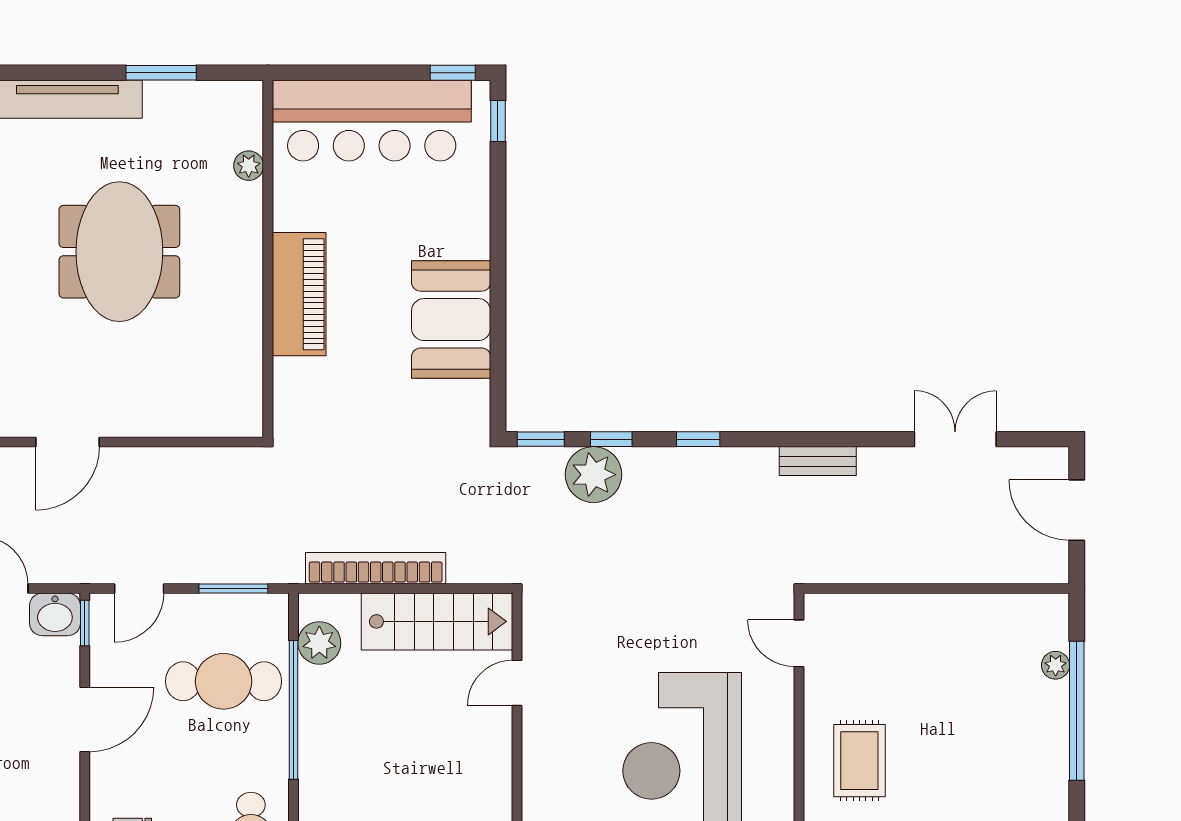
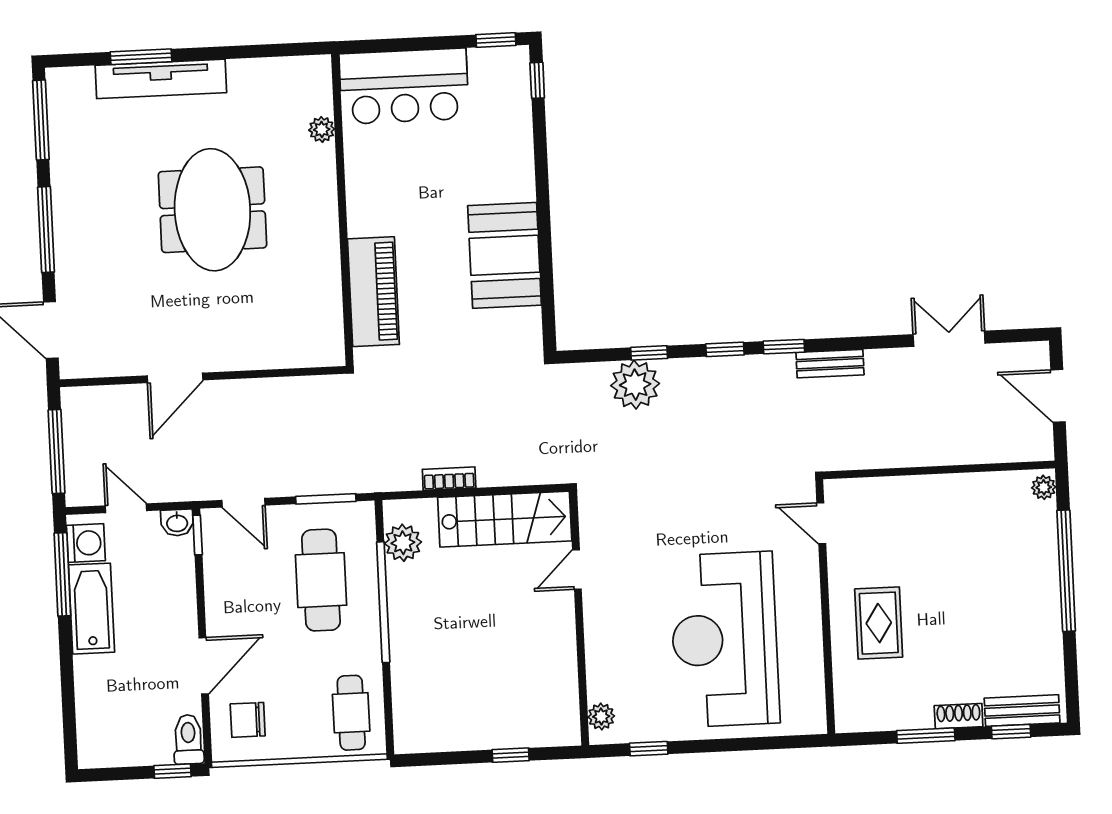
window: (161, 73) -> (141, 57), moved
bar counter: (372, 121) -> (404, 86), width x0.73
piano: (299, 294) -> (373, 292), moved
window: (541, 439) -> (784, 347), moved
bookcase: (376, 568) -> (449, 479), width x0.43, depth x0.76
door: (139, 589) -> (243, 503), hinge flipped
washbasin: (55, 614) -> (177, 523), width x0.72, depth x0.69
plant: (1056, 665) -> (1044, 487), moved
cafe table: (224, 681) -> (321, 580), turned 90
door: (85, 719) -> (204, 666), moved

